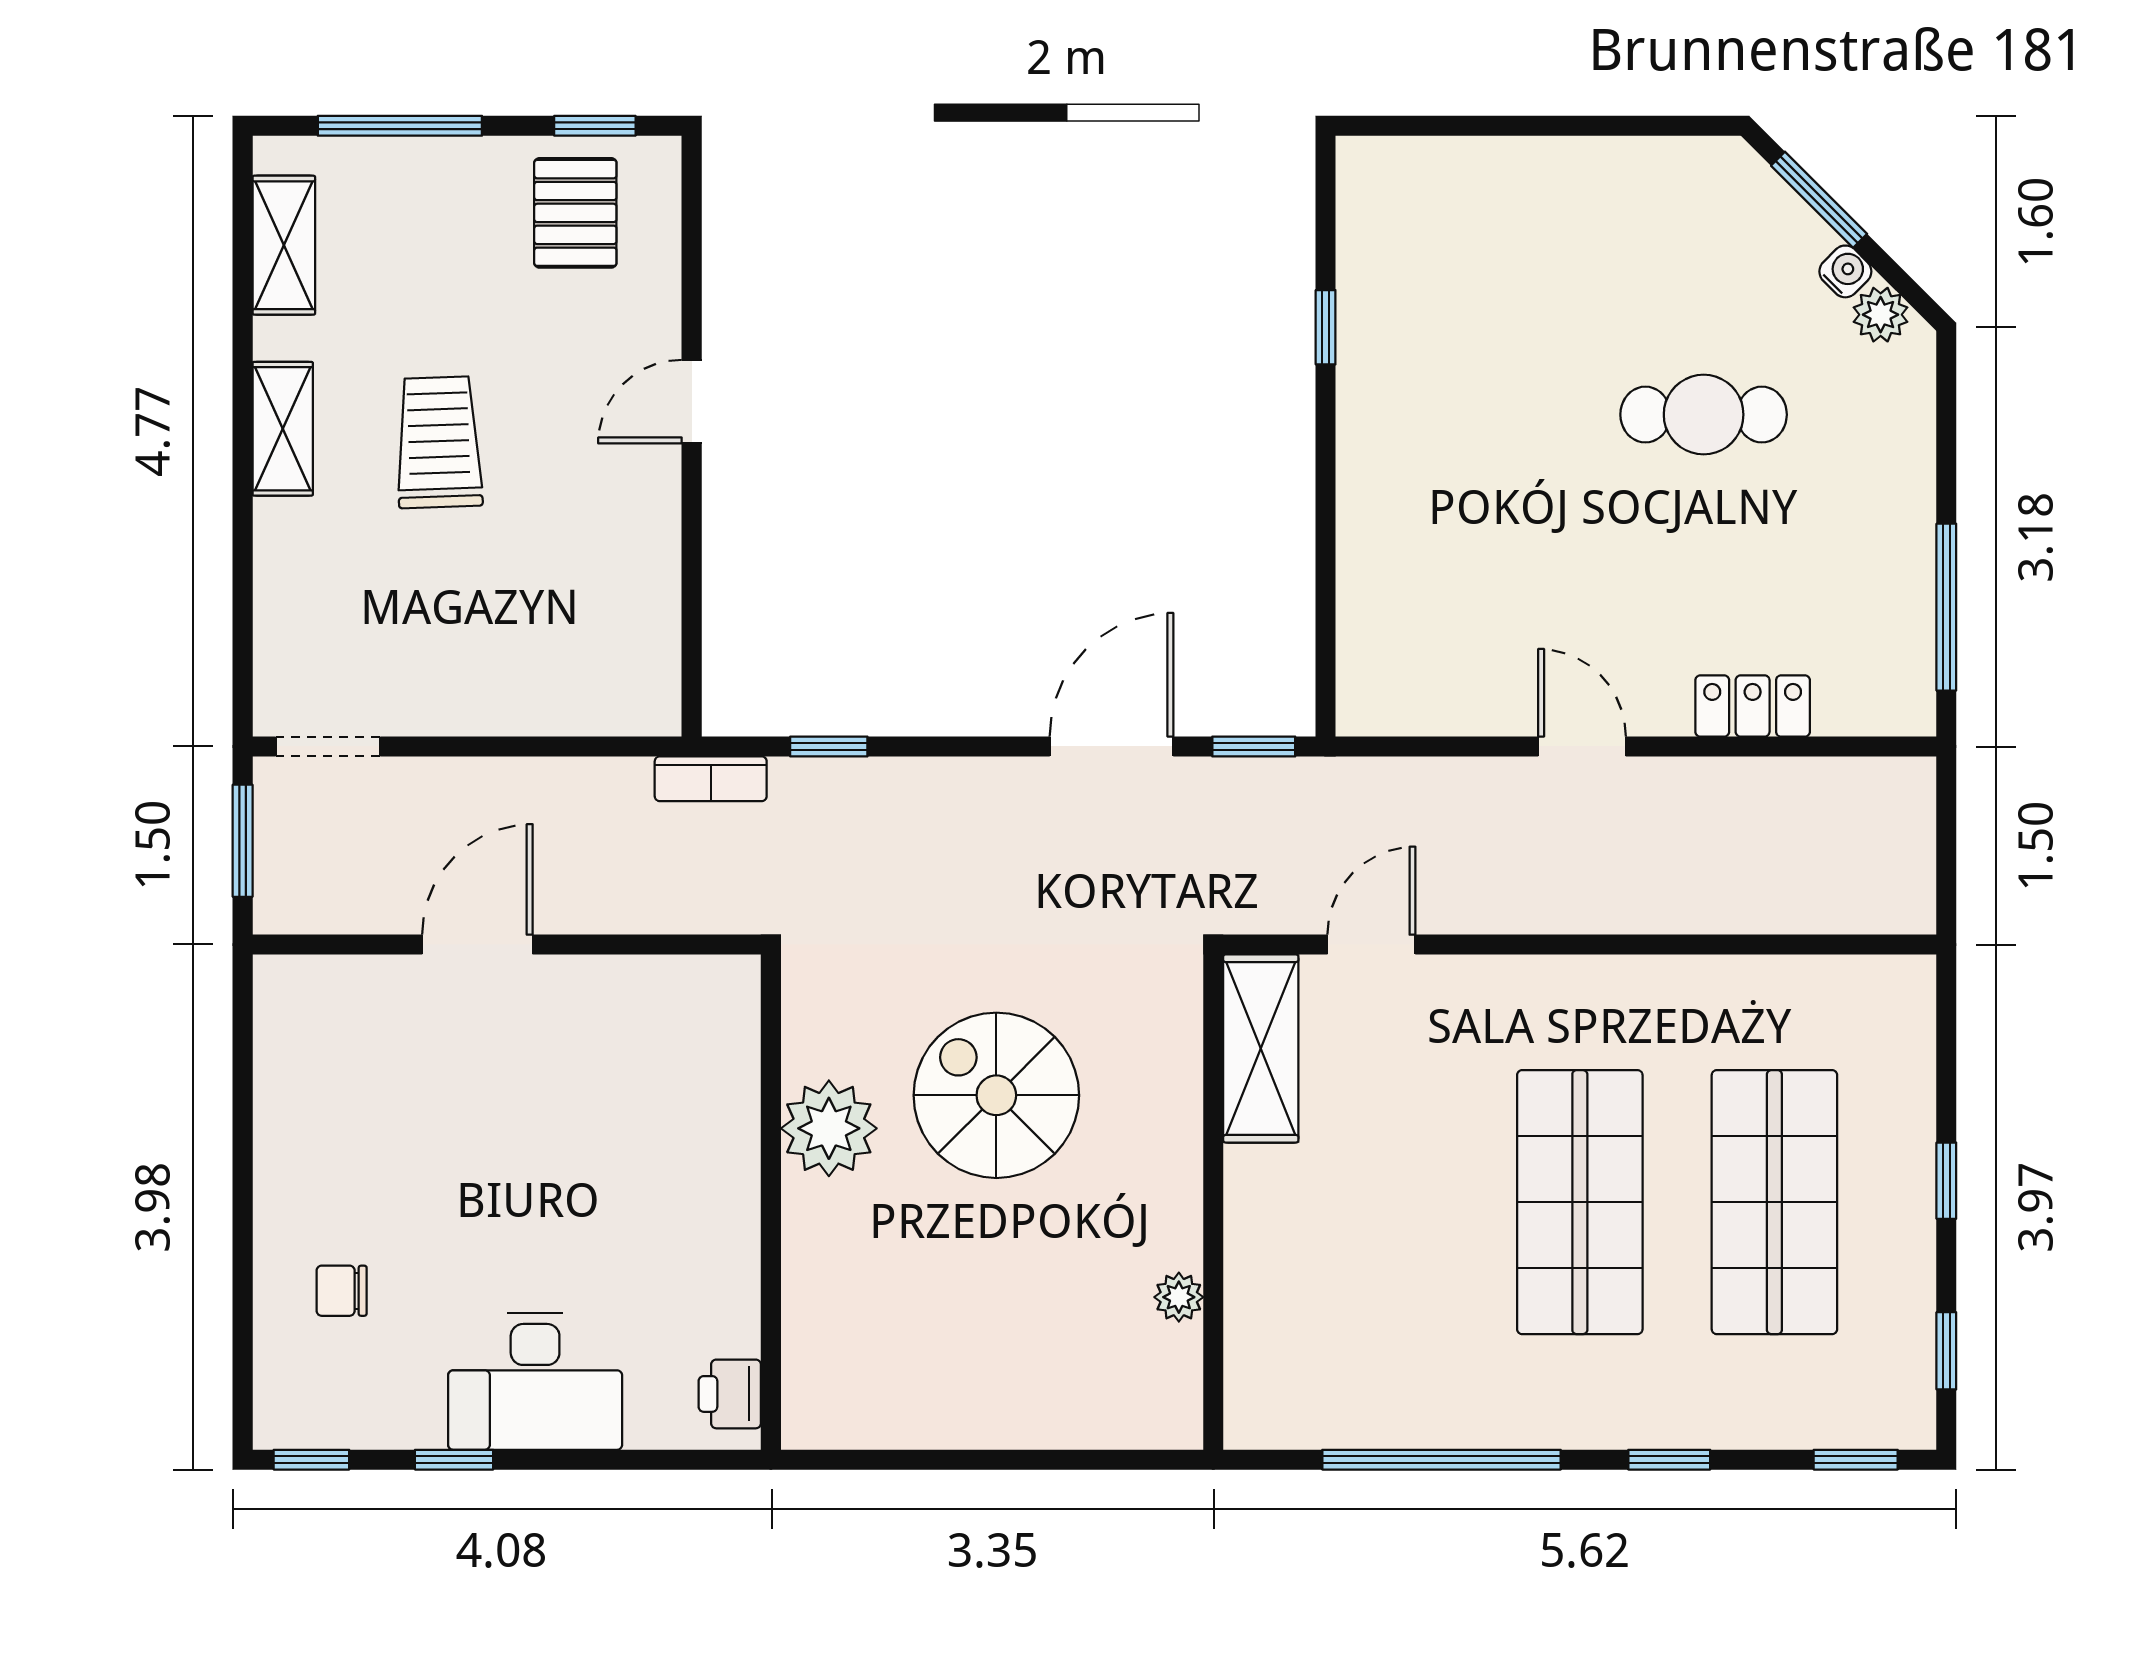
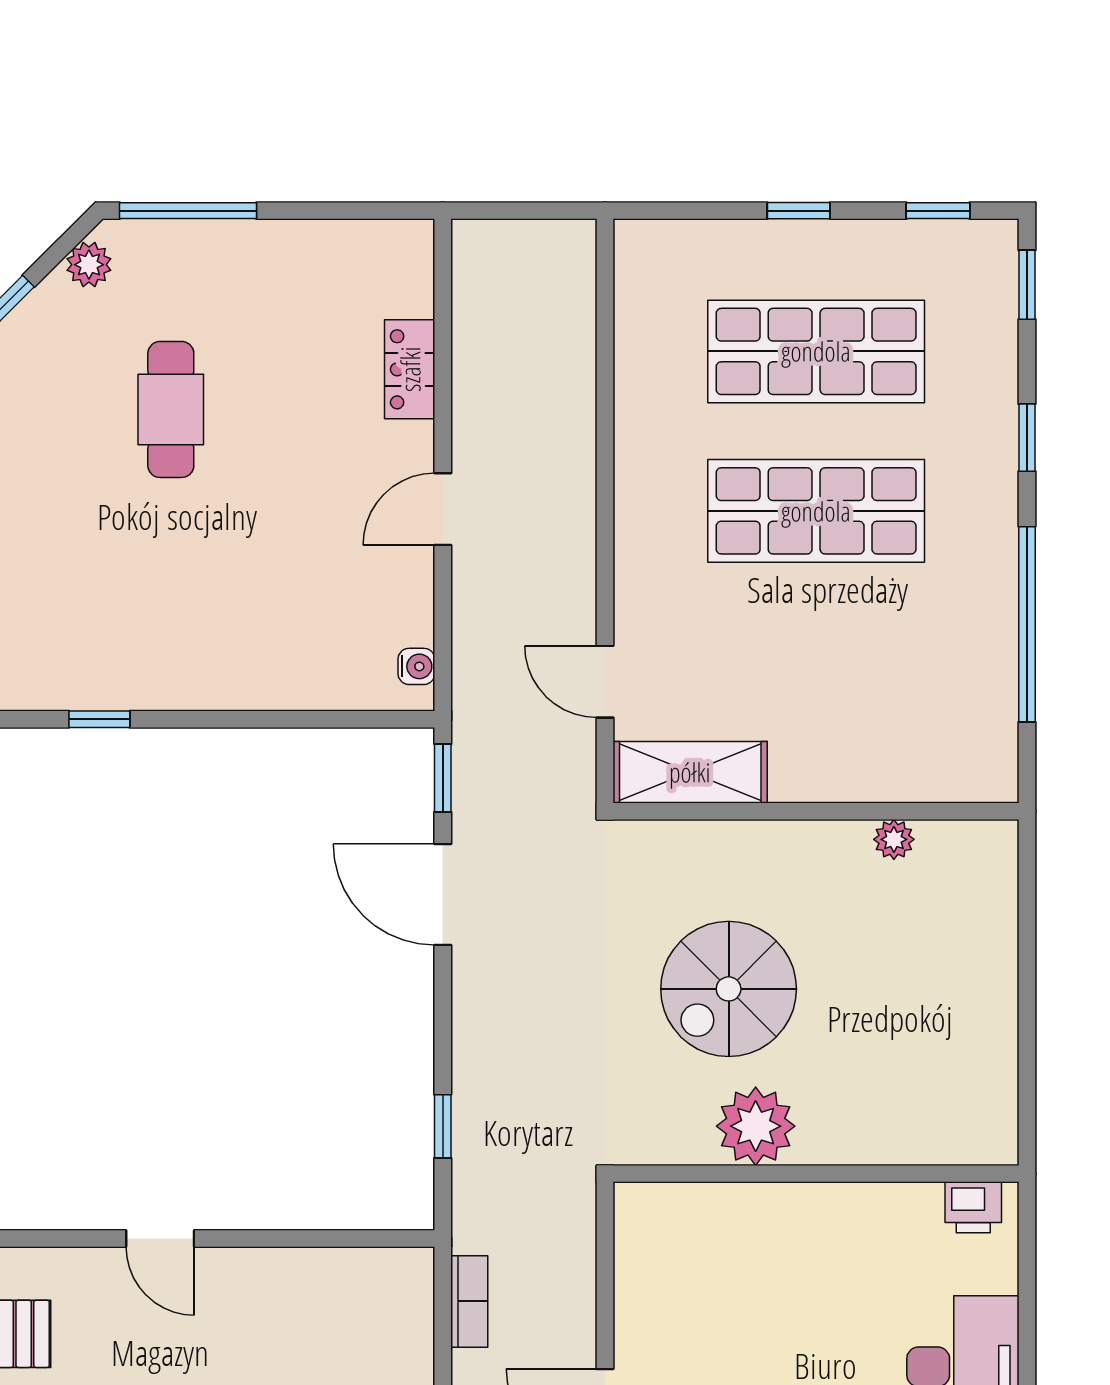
water cooler: (1845, 271) -> (416, 666), moved, turned 135
window: (1946, 607) -> (188, 211), moved
bookcase: (711, 779) -> (469, 1301), moved

